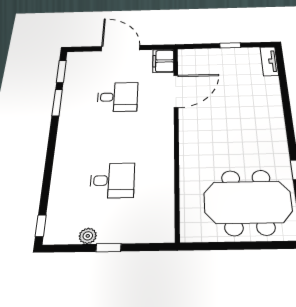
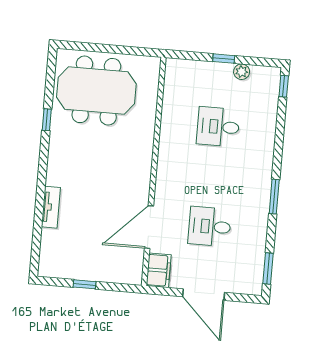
tv unit: (269, 61) -> (51, 207), moved
window: (57, 103) -> (274, 197), moved

